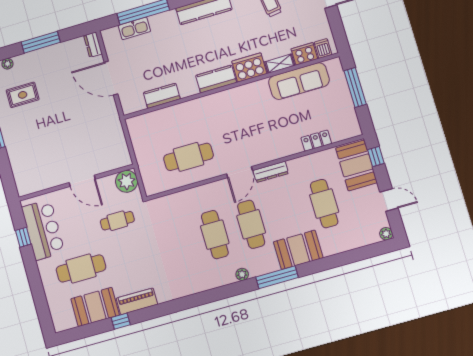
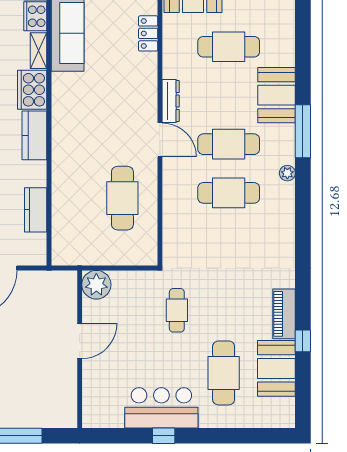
door: (82, 181) -> (80, 341), moved
plant: (127, 181) -> (96, 285), moved
wall: (76, 183) -> (80, 349), moved

